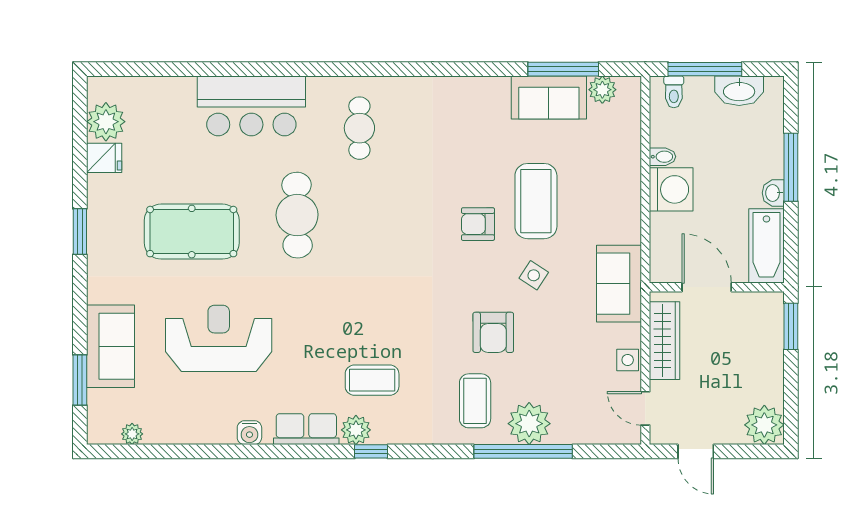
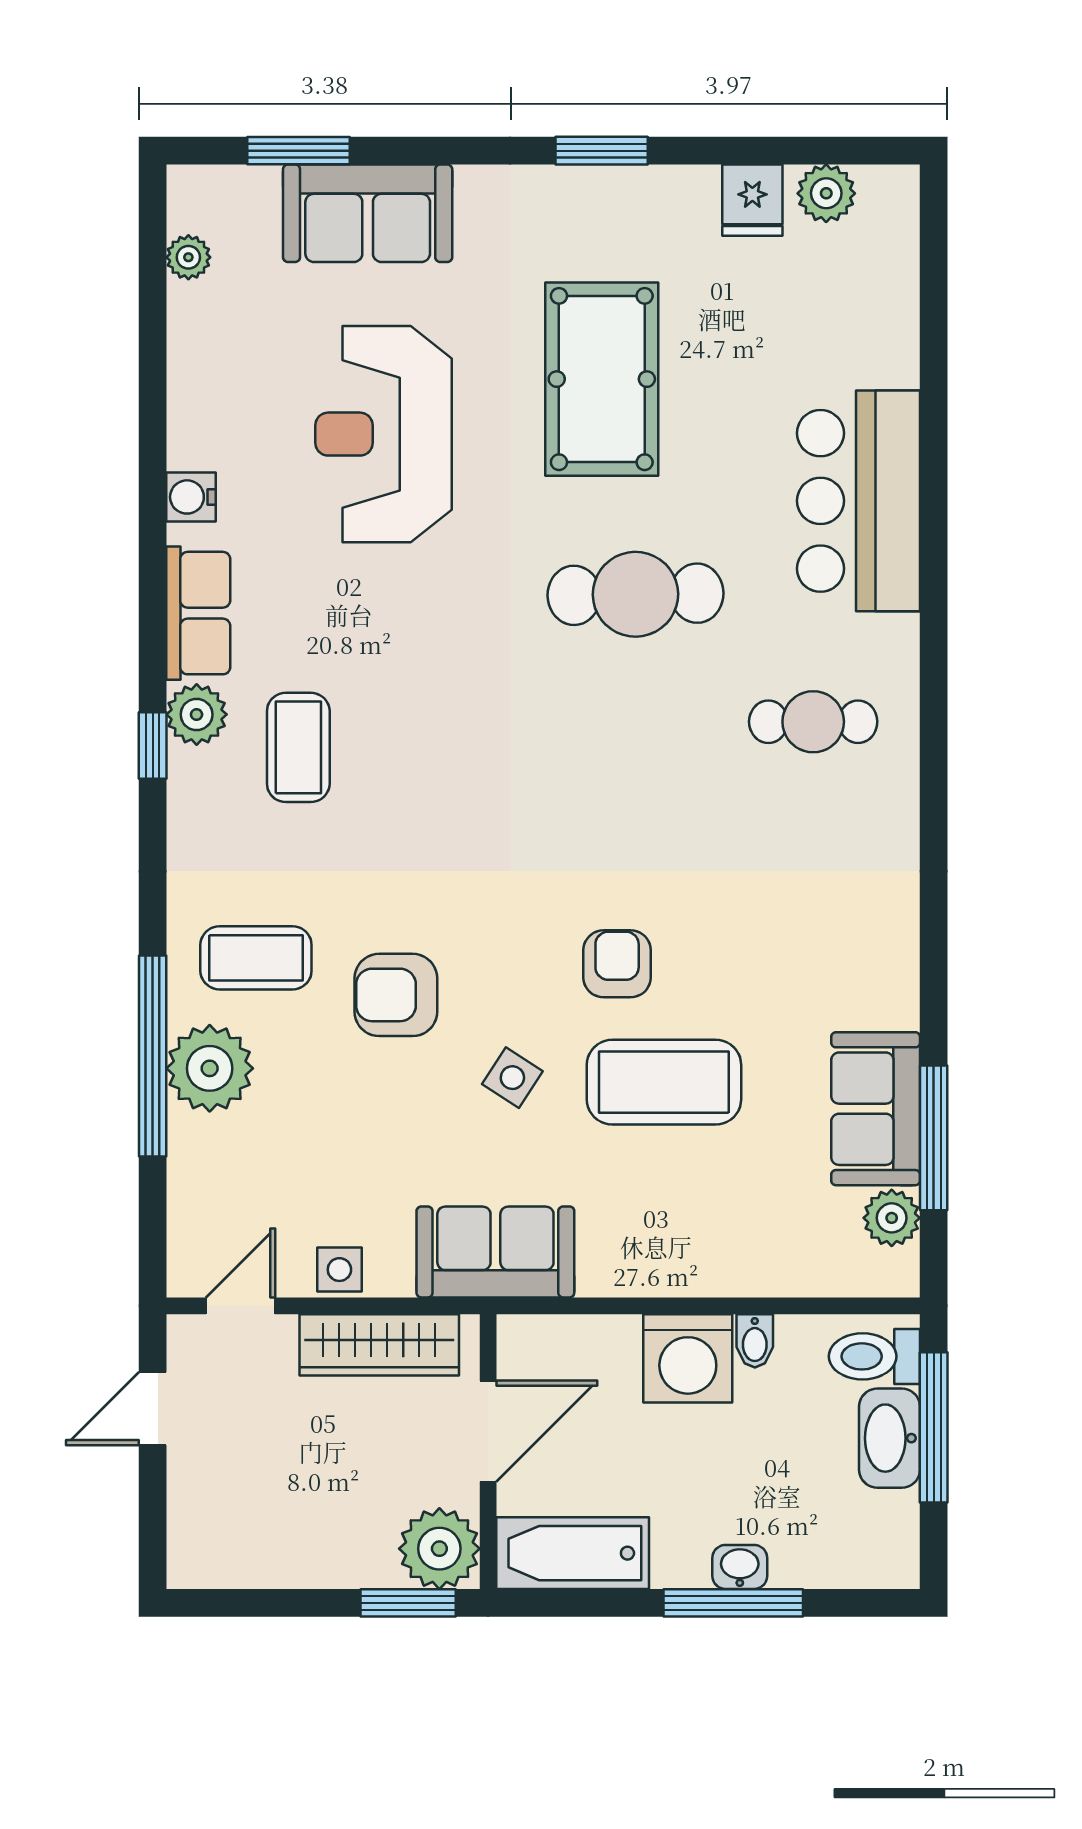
washbasin: (739, 91) -> (890, 1438), moved
toilet: (674, 92) -> (874, 1356), width x1.37, depth x1.39
plant: (106, 122) -> (826, 193), width x0.73, depth x0.73
washbasin: (773, 193) -> (740, 1567), moved
reception desk: (219, 338) -> (384, 434), turned 180
plant: (764, 425) -> (439, 1549), moved

